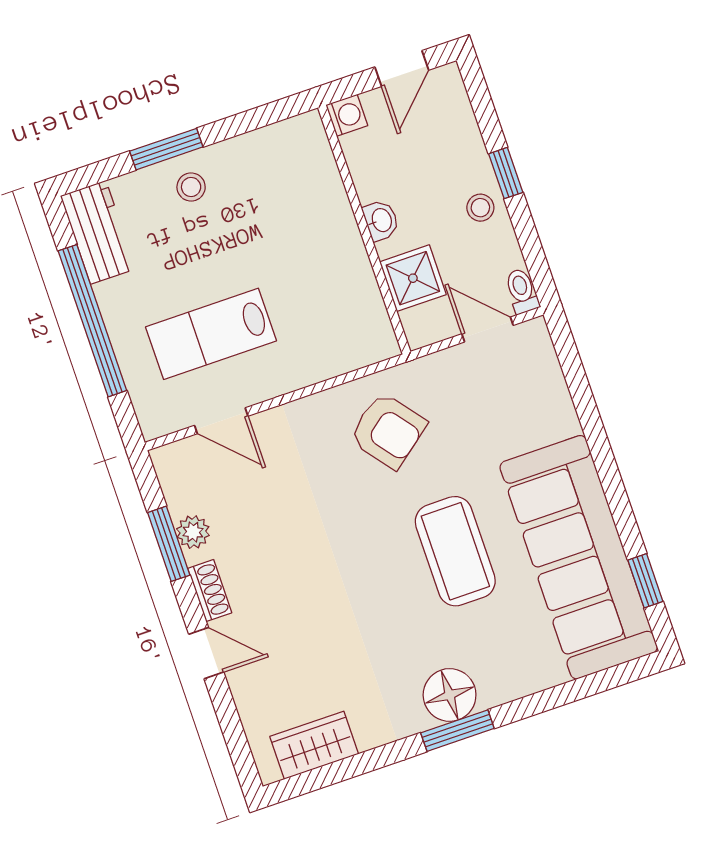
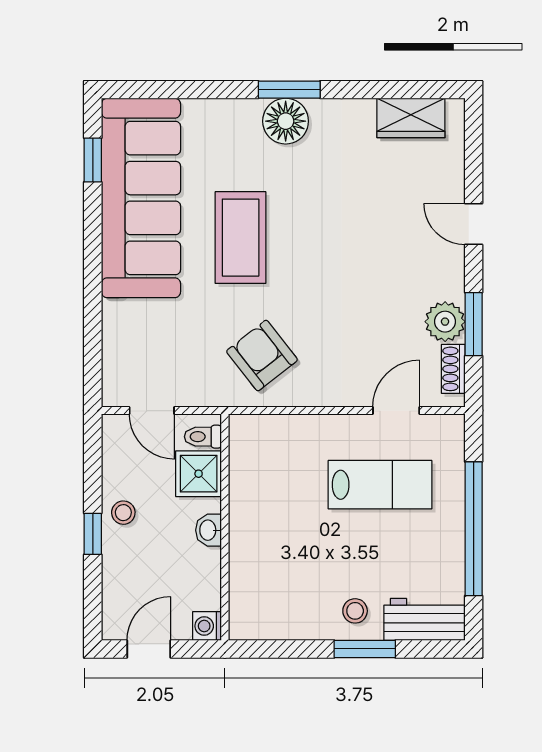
workbench: (98, 232) -> (424, 619), moved, turned 90
toilet: (522, 291) -> (203, 437), moved, turned 90
door: (221, 421) -> (396, 411), hinge flipped
plant: (193, 532) -> (445, 322), width x1.38, depth x1.38
shoe rack: (210, 591) -> (453, 369), moved

